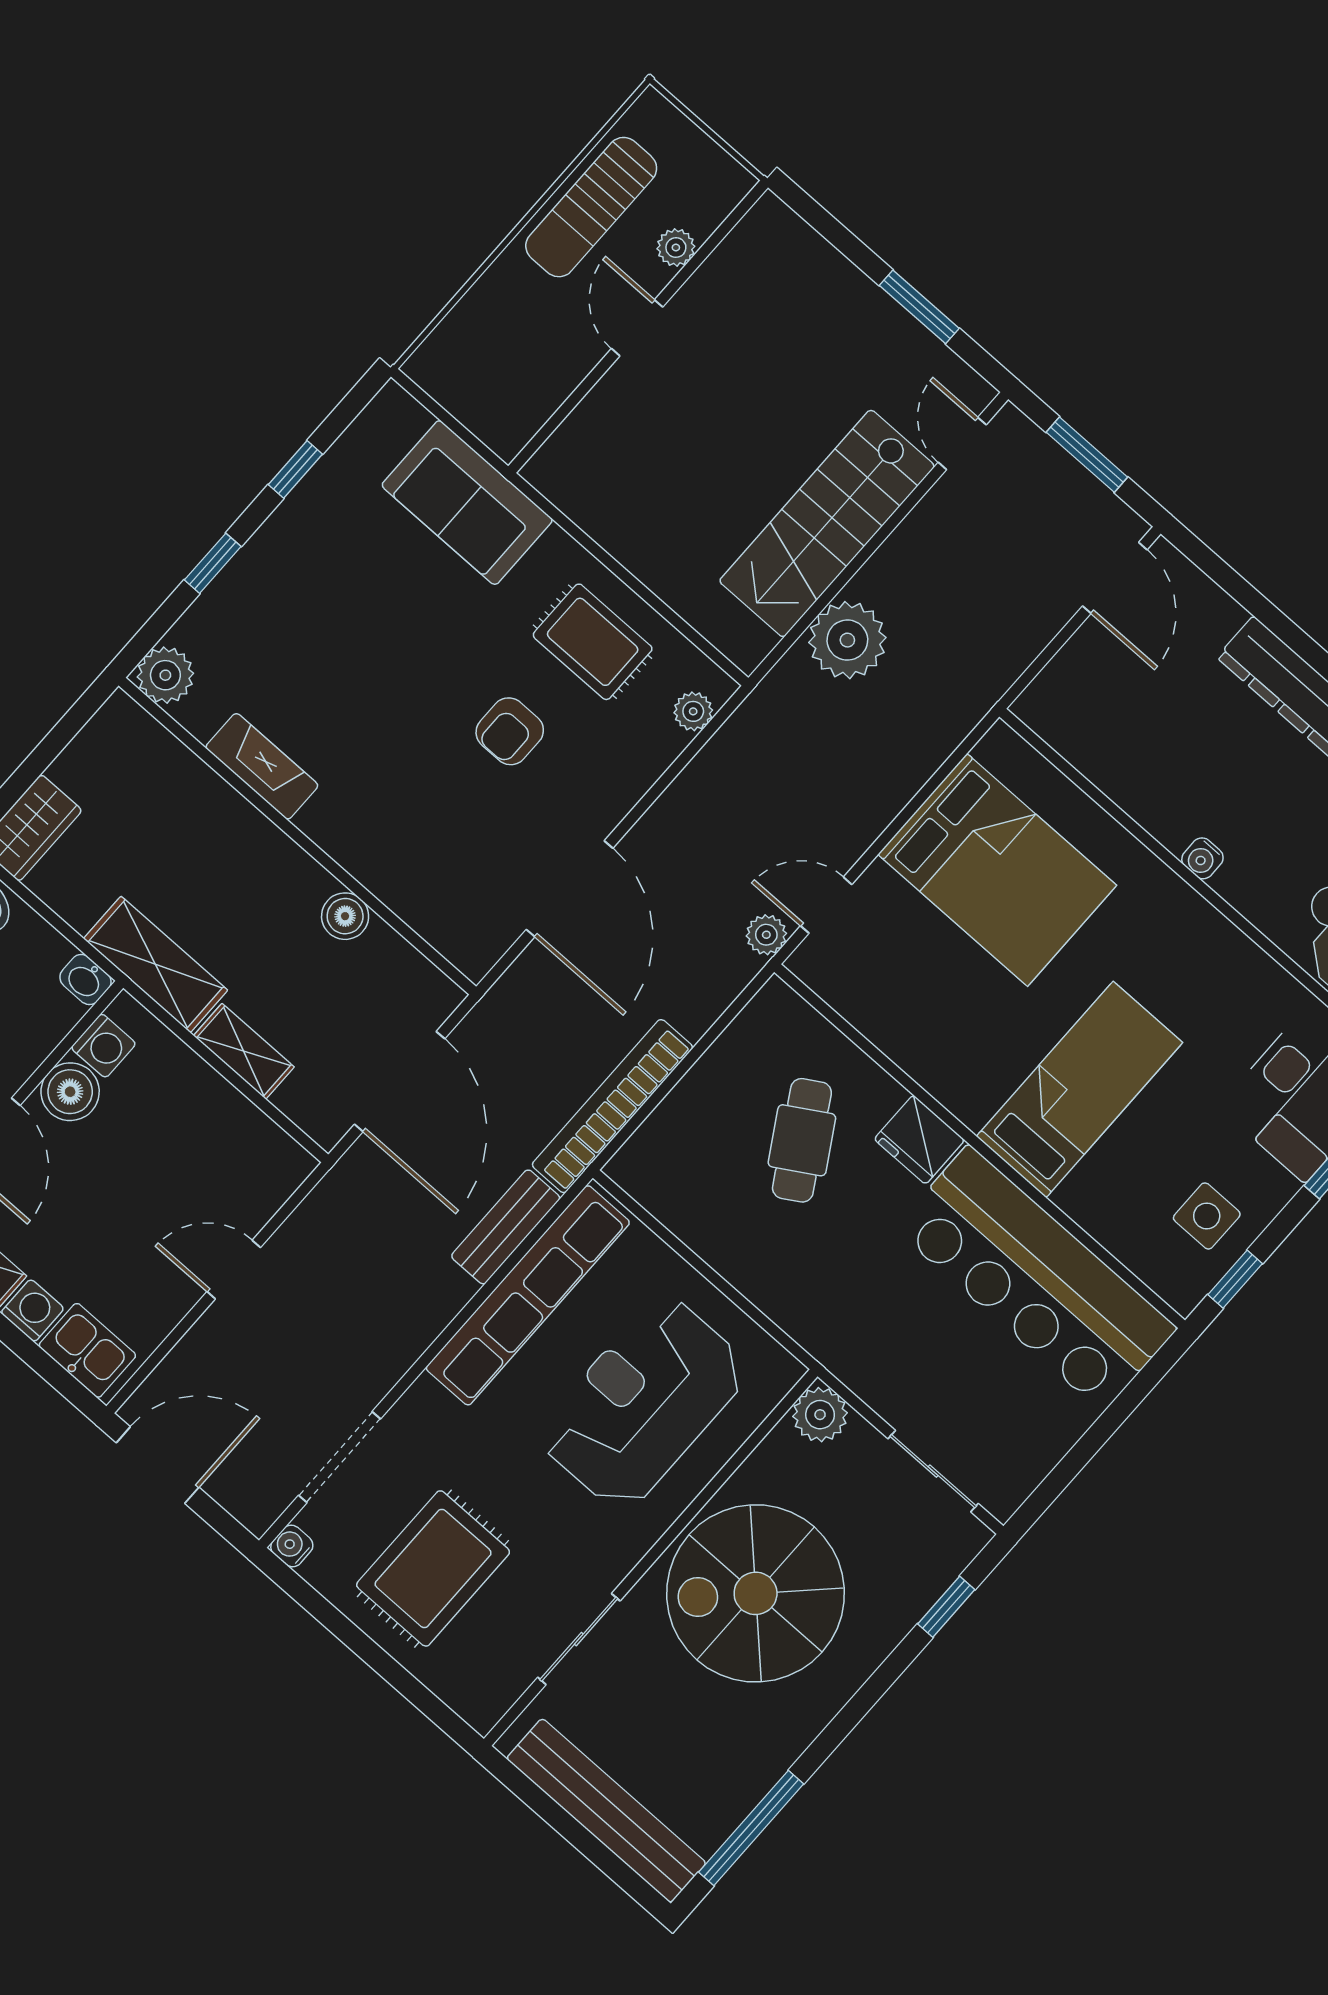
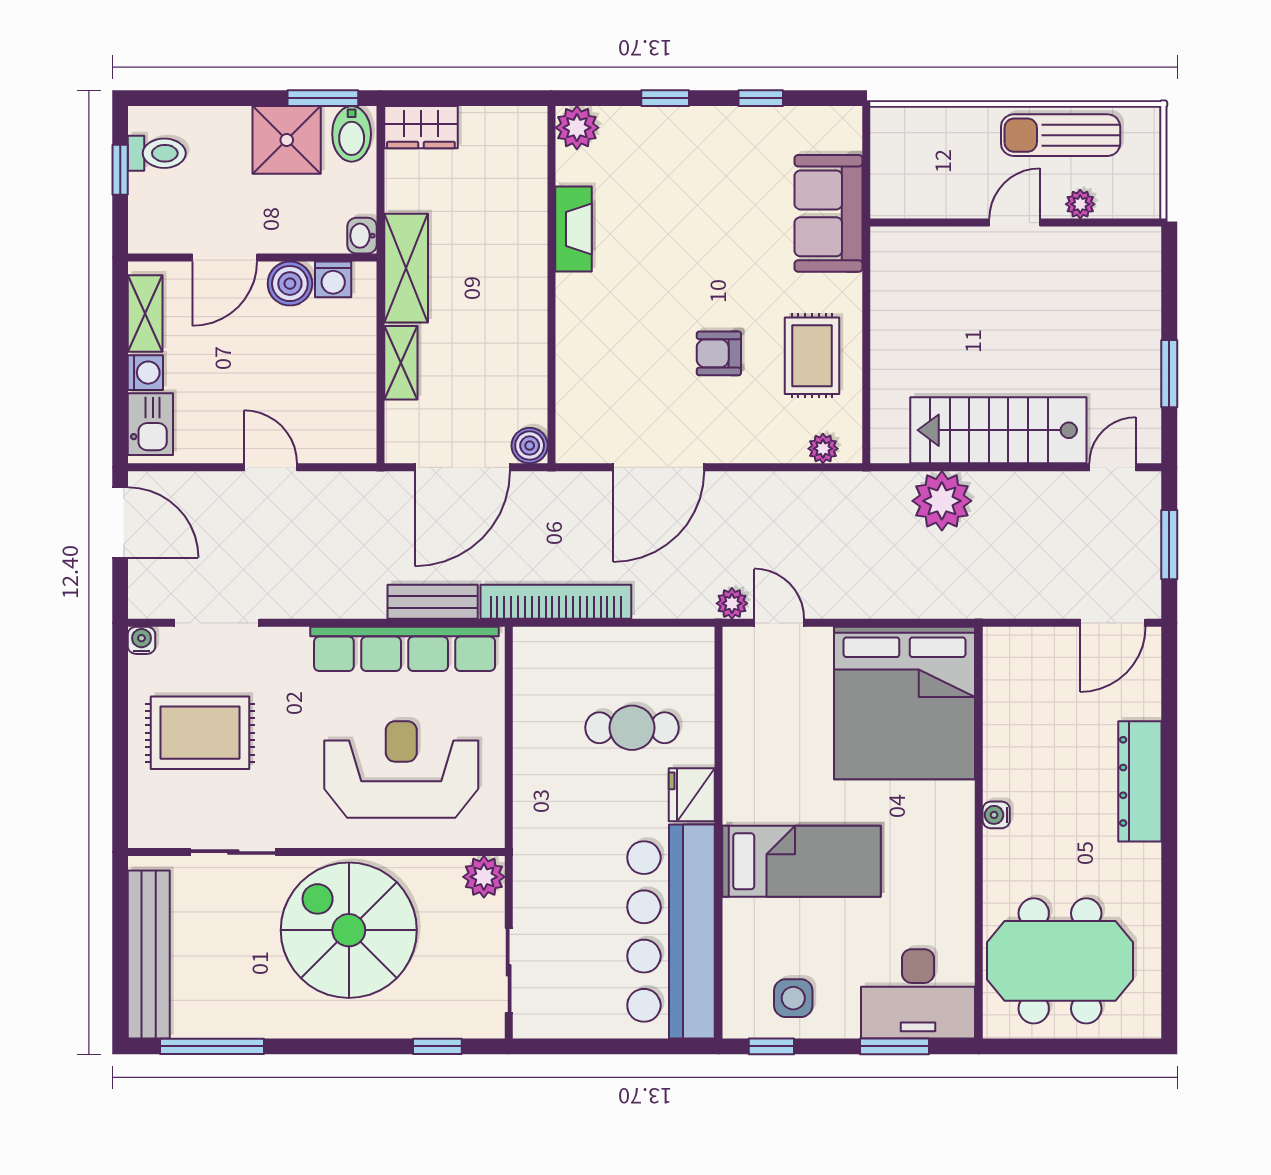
bed: (997, 870) -> (905, 703), width x1.36
boiler: (345, 916) -> (530, 446), moved
cafe table: (802, 1140) -> (632, 728), turned 31

